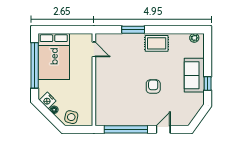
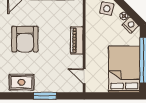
piano: (101, 85) -> (77, 40), added
armchair: (153, 87) -> (25, 39), width x1.88, depth x1.88

